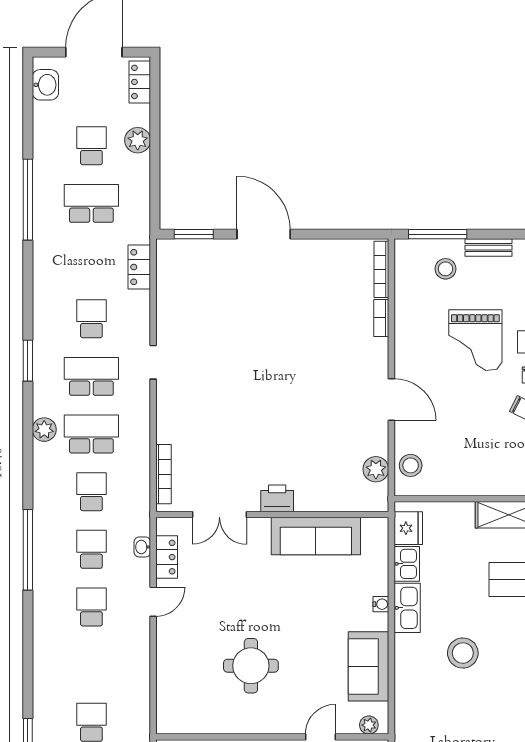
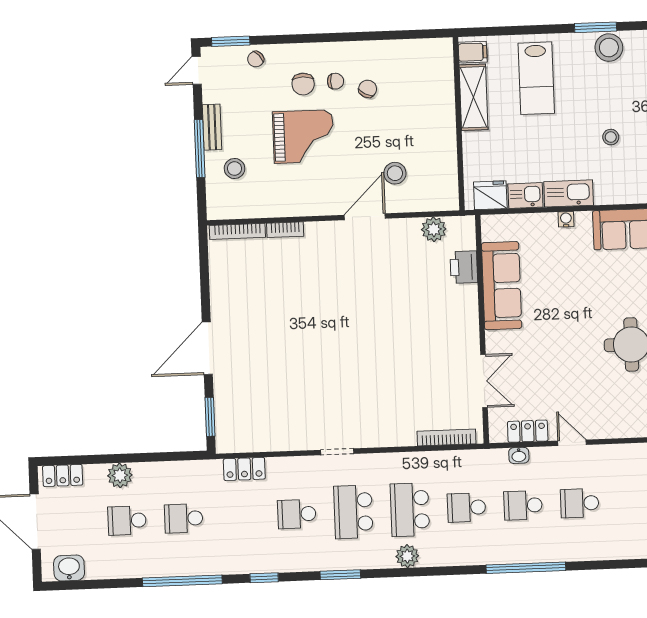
school desk: (91, 203) -> (184, 518), width x0.54
window: (438, 234) -> (200, 149), moved
window: (28, 283) -> (264, 578), added
stool: (411, 465) -> (395, 173), moved
printer: (277, 498) -> (464, 267), moved
stool: (463, 653) -> (611, 137), width x0.53, depth x0.53

